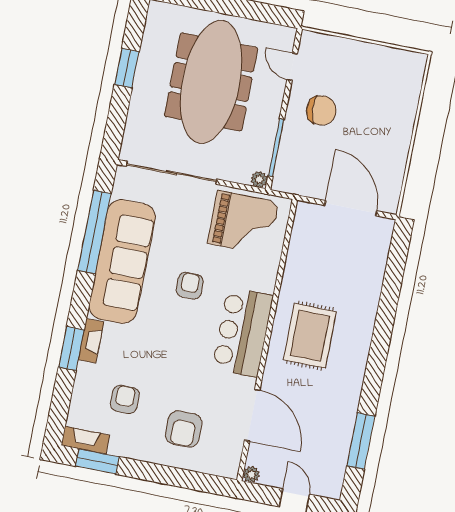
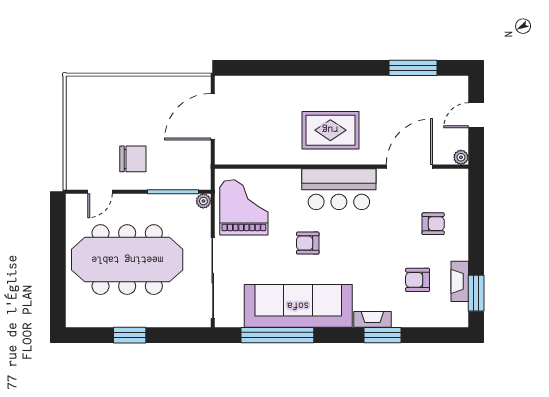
chair: (321, 110) -> (133, 159), turned 95
armchair: (184, 429) -> (433, 224), width x0.72, depth x0.72
fireplace: (85, 440) -> (460, 281), moved

